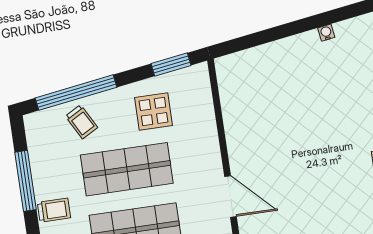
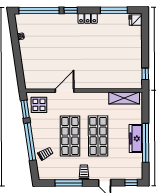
window: (76, 93) -> (30, 142), moved
display table: (154, 112) -> (39, 105), moved
door: (230, 197) -> (65, 91), moved

